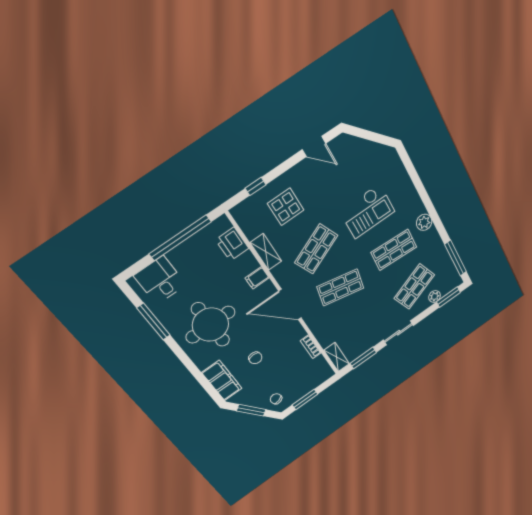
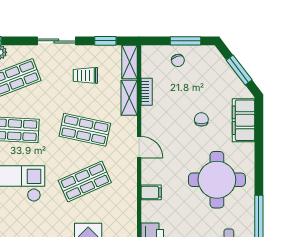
shelving: (266, 252) -> (129, 98), moved
door: (290, 305) -> (139, 147), width x0.53
trolley: (364, 325) -> (85, 75), added
window: (363, 358) -> (105, 41), width x0.67
chair: (276, 399) -> (178, 60), moved

